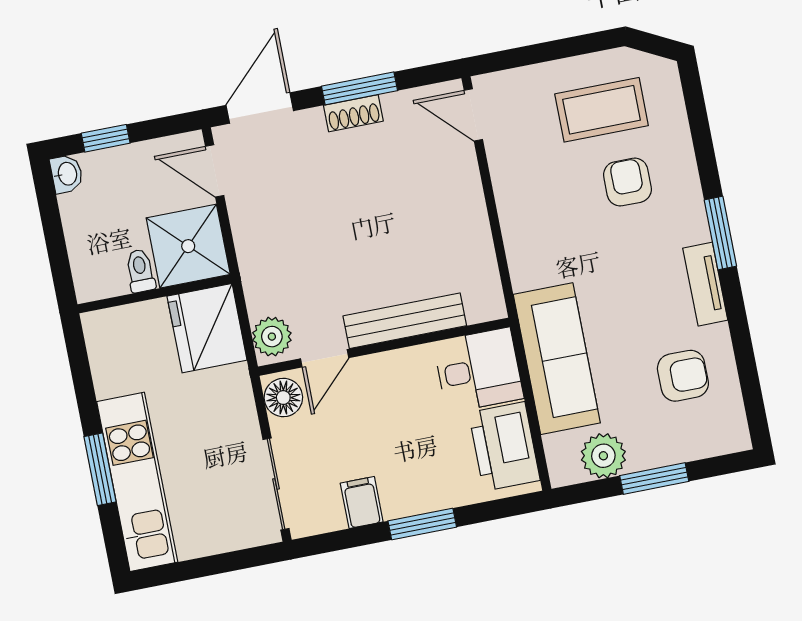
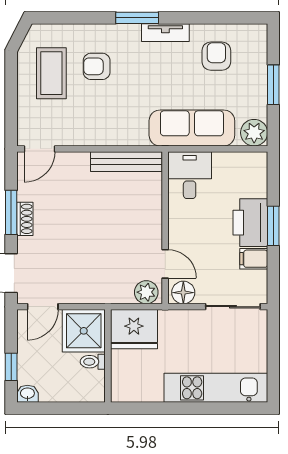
bench: (405, 321) -> (126, 162), moved, turned 90
printer: (504, 446) -> (250, 223), moved, turned 90
plant: (603, 456) -> (254, 133), moved
window: (100, 469) -> (204, 408), removed

